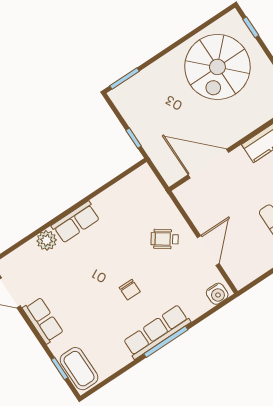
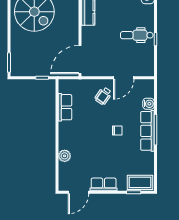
door: (208, 164) -> (80, 60), moved
row of seats: (76, 222) -> (65, 107), moved
door: (208, 251) -> (124, 78), swing flipped
water cooler: (217, 294) -> (148, 104), moved

